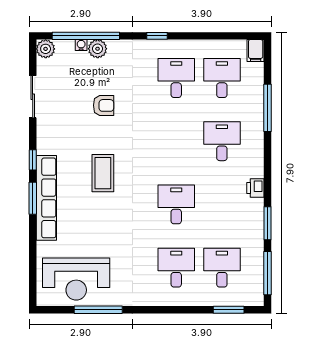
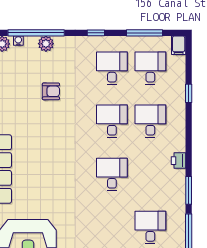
window: (215, 36) -> (144, 33), added
water cooler: (81, 45) -> (18, 41), moved
window: (268, 108) -> (189, 93), width x0.46
coffee table: (103, 173) -> (50, 148), removed
desk: (176, 268) -> (112, 121), moved

